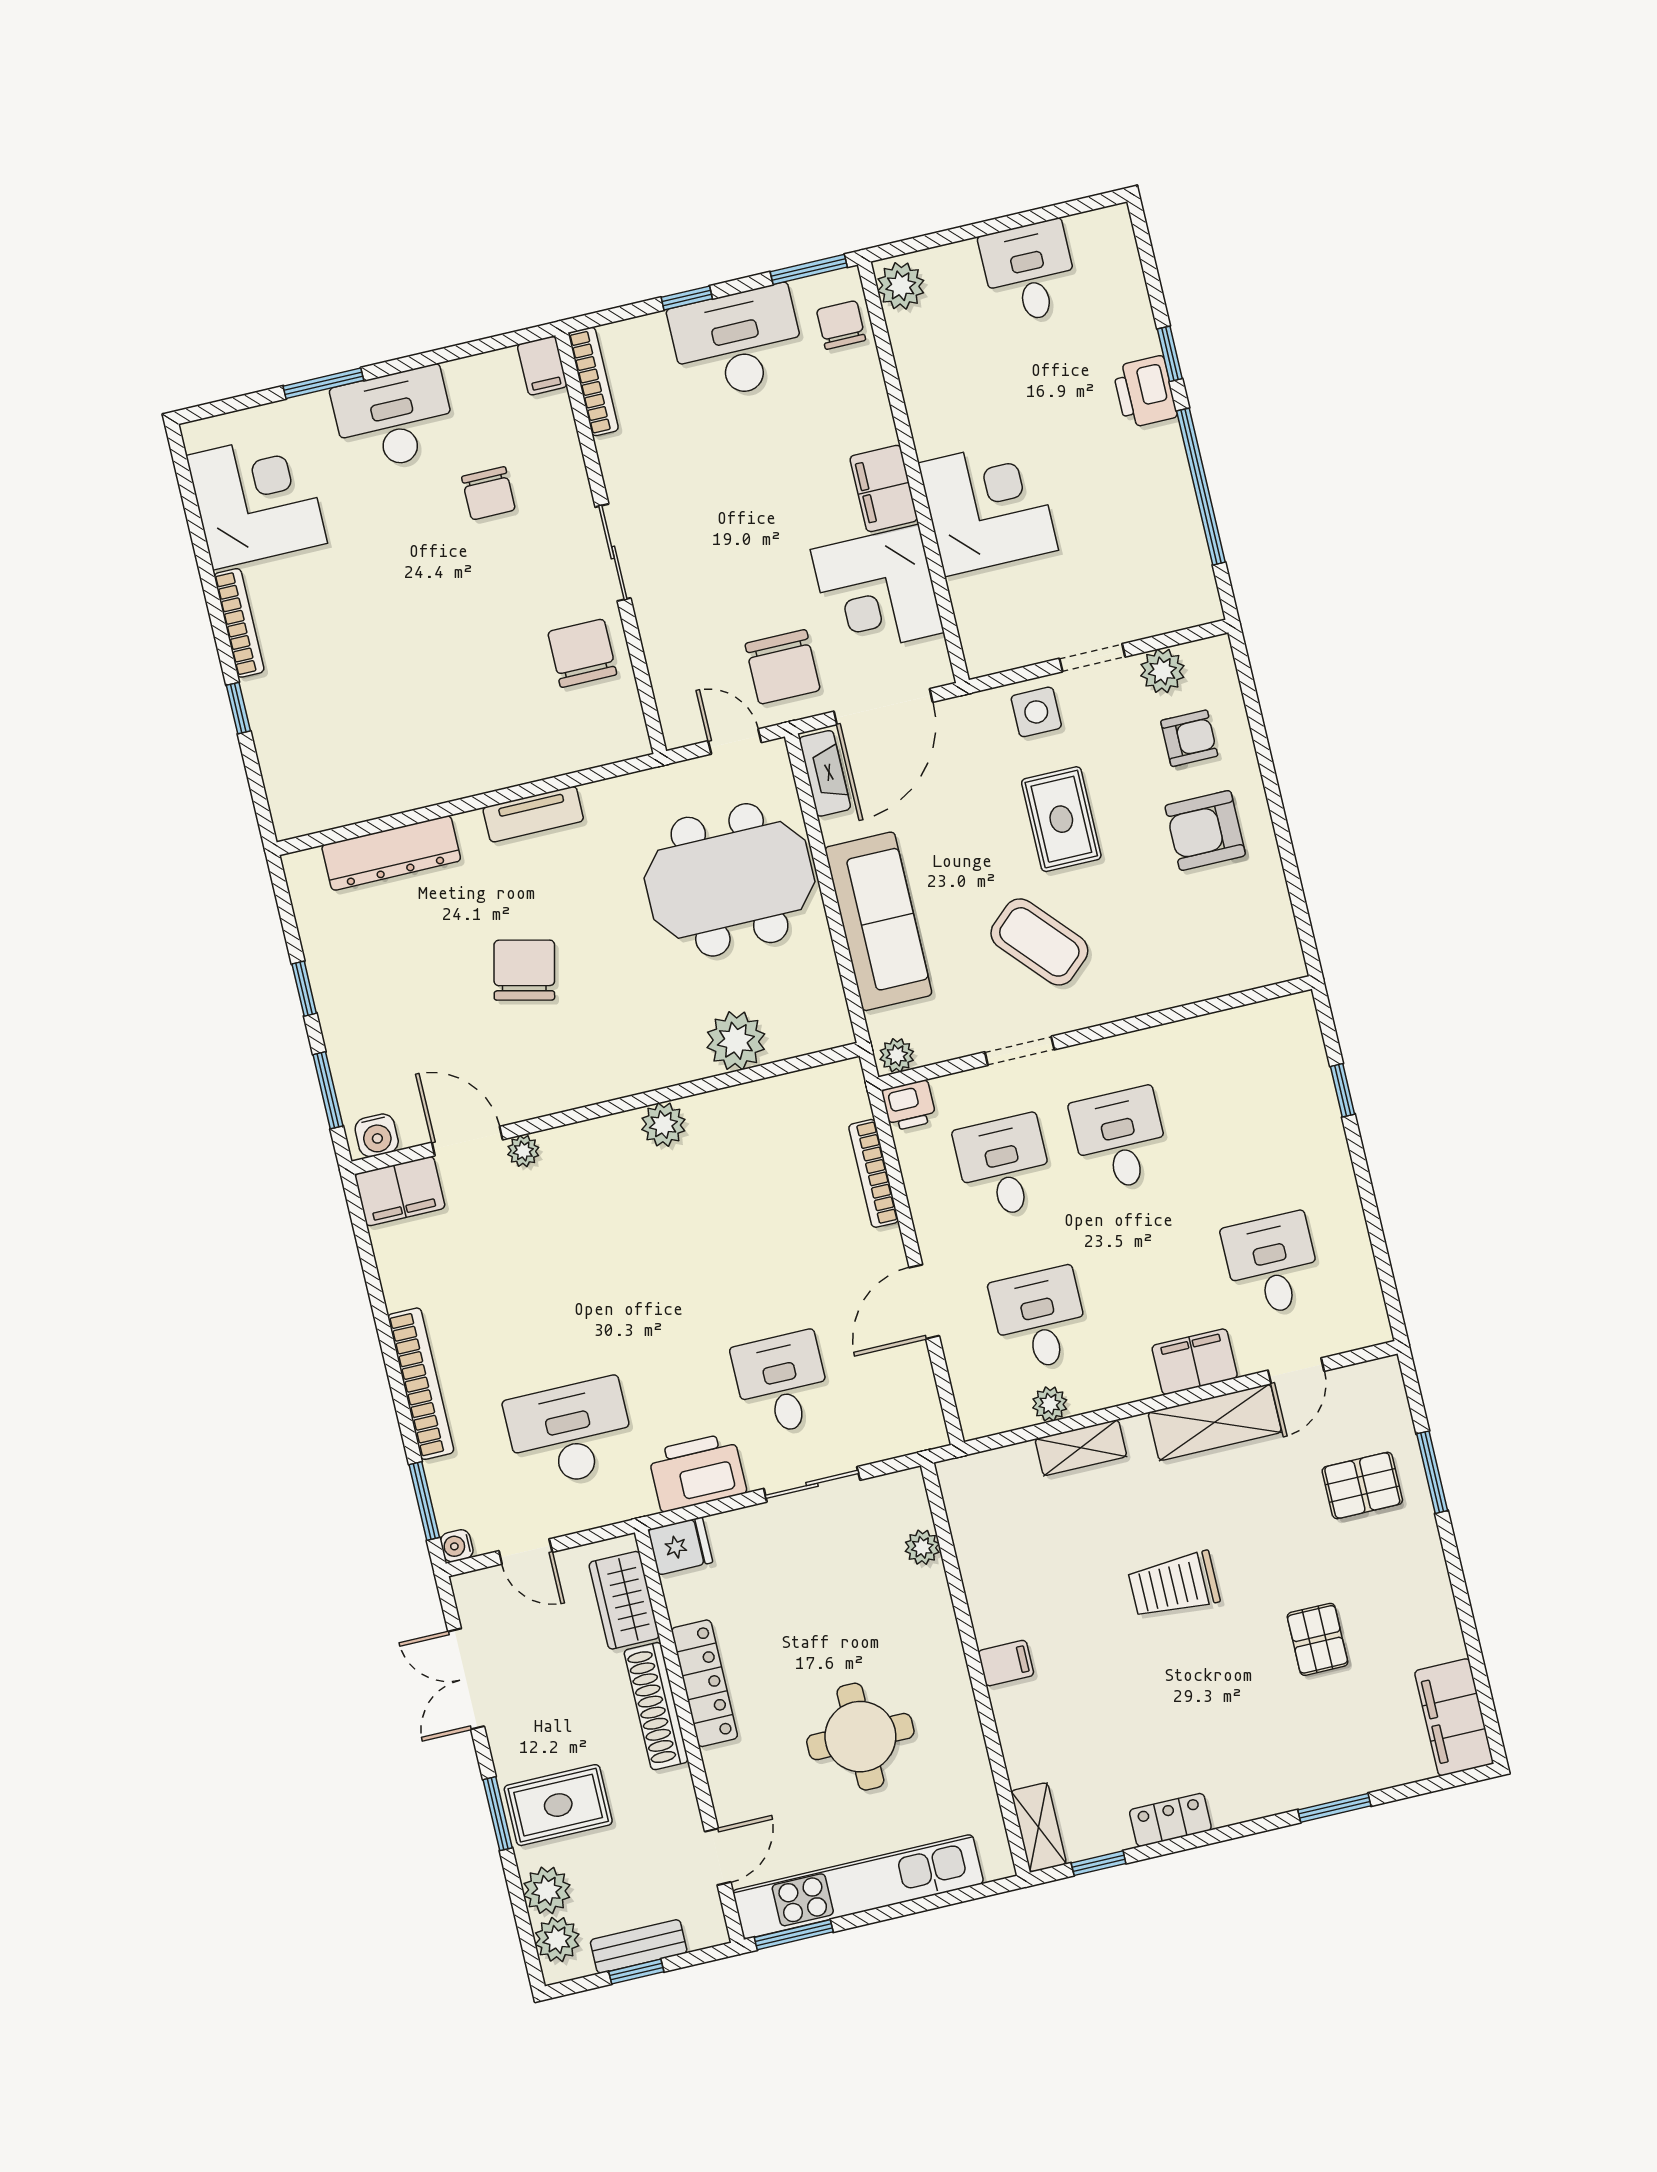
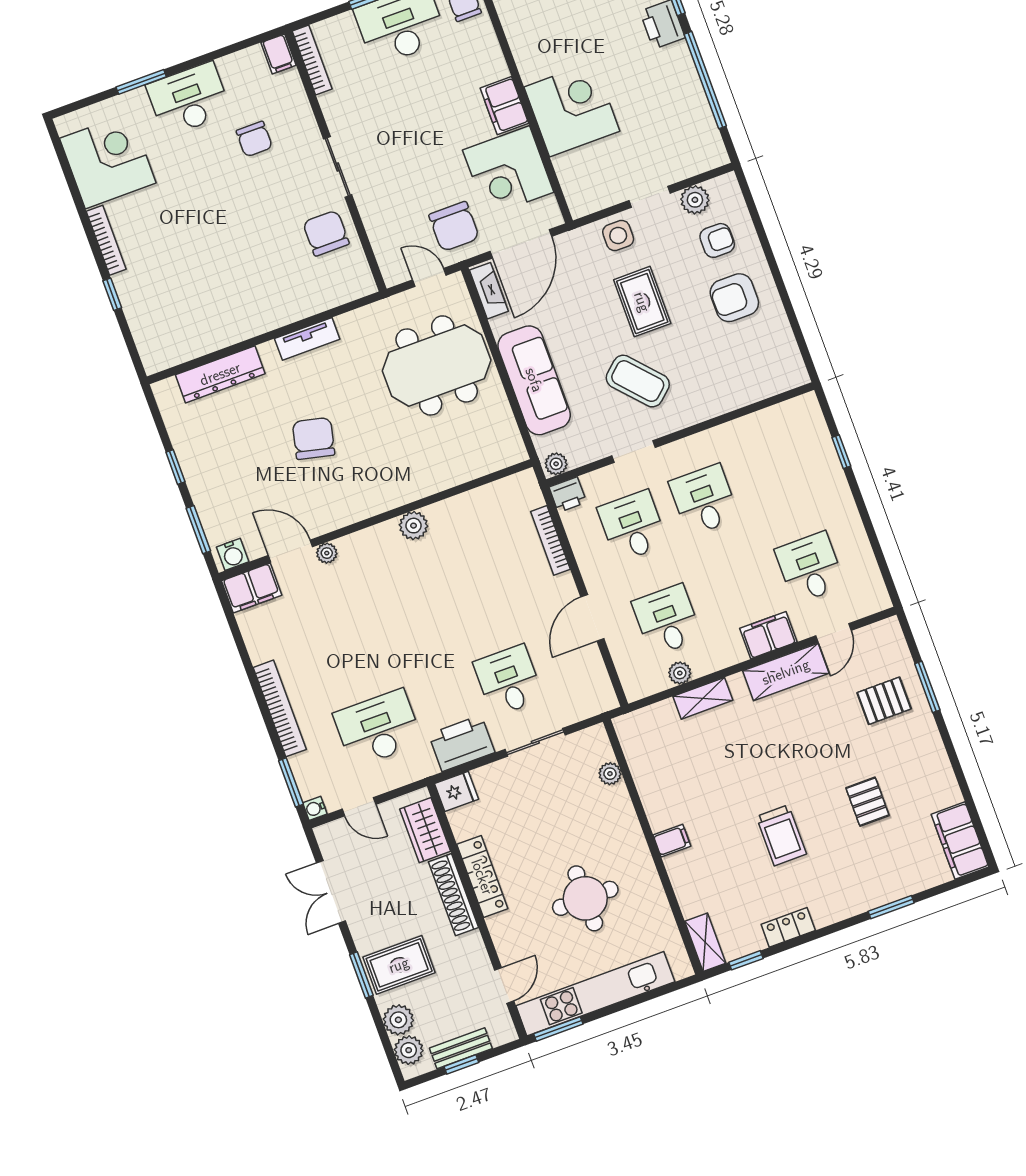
plant: (736, 1041) -> (453, 467), removed
trolley: (1174, 1585) -> (781, 835), moved, turned -90

